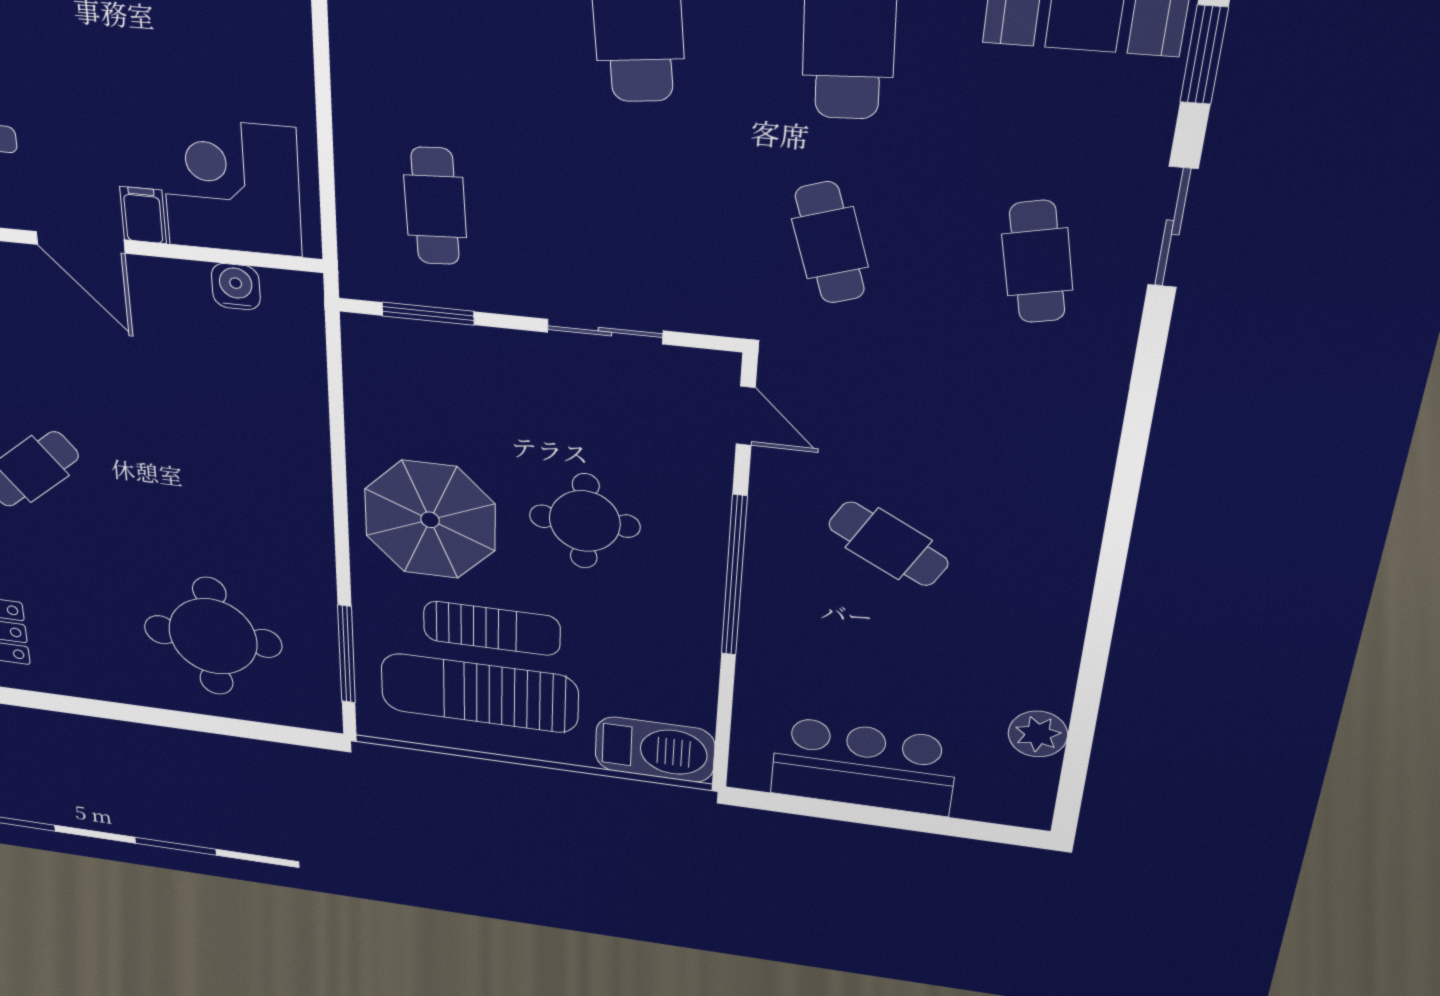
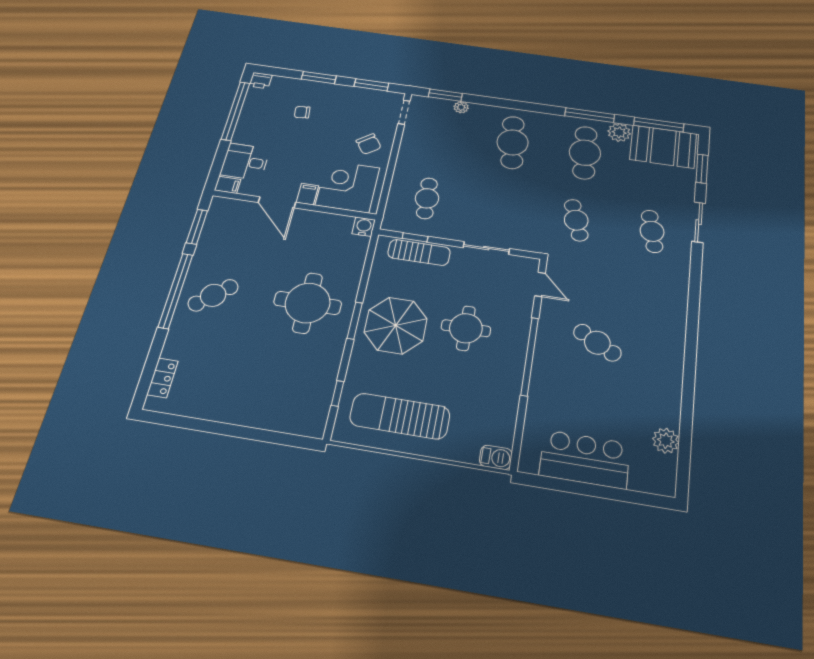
chair: (249, 56) -> (369, 144), added
water cooler: (236, 287) -> (364, 227), moved
window: (428, 314) -> (415, 237), width x0.67
window: (341, 512) -> (355, 321), added
sun lounger: (492, 628) -> (419, 253), moved
round table: (213, 637) -> (308, 303), moved
window: (347, 654) -> (338, 393), width x0.46
barbecue: (655, 750) -> (496, 457), width x0.53, depth x0.65

